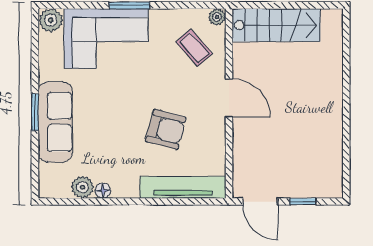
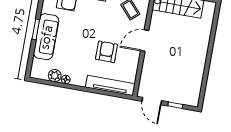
door: (229, 98) -> (145, 41), swing flipped
armchair: (166, 129) -> (106, 52), turned -105

